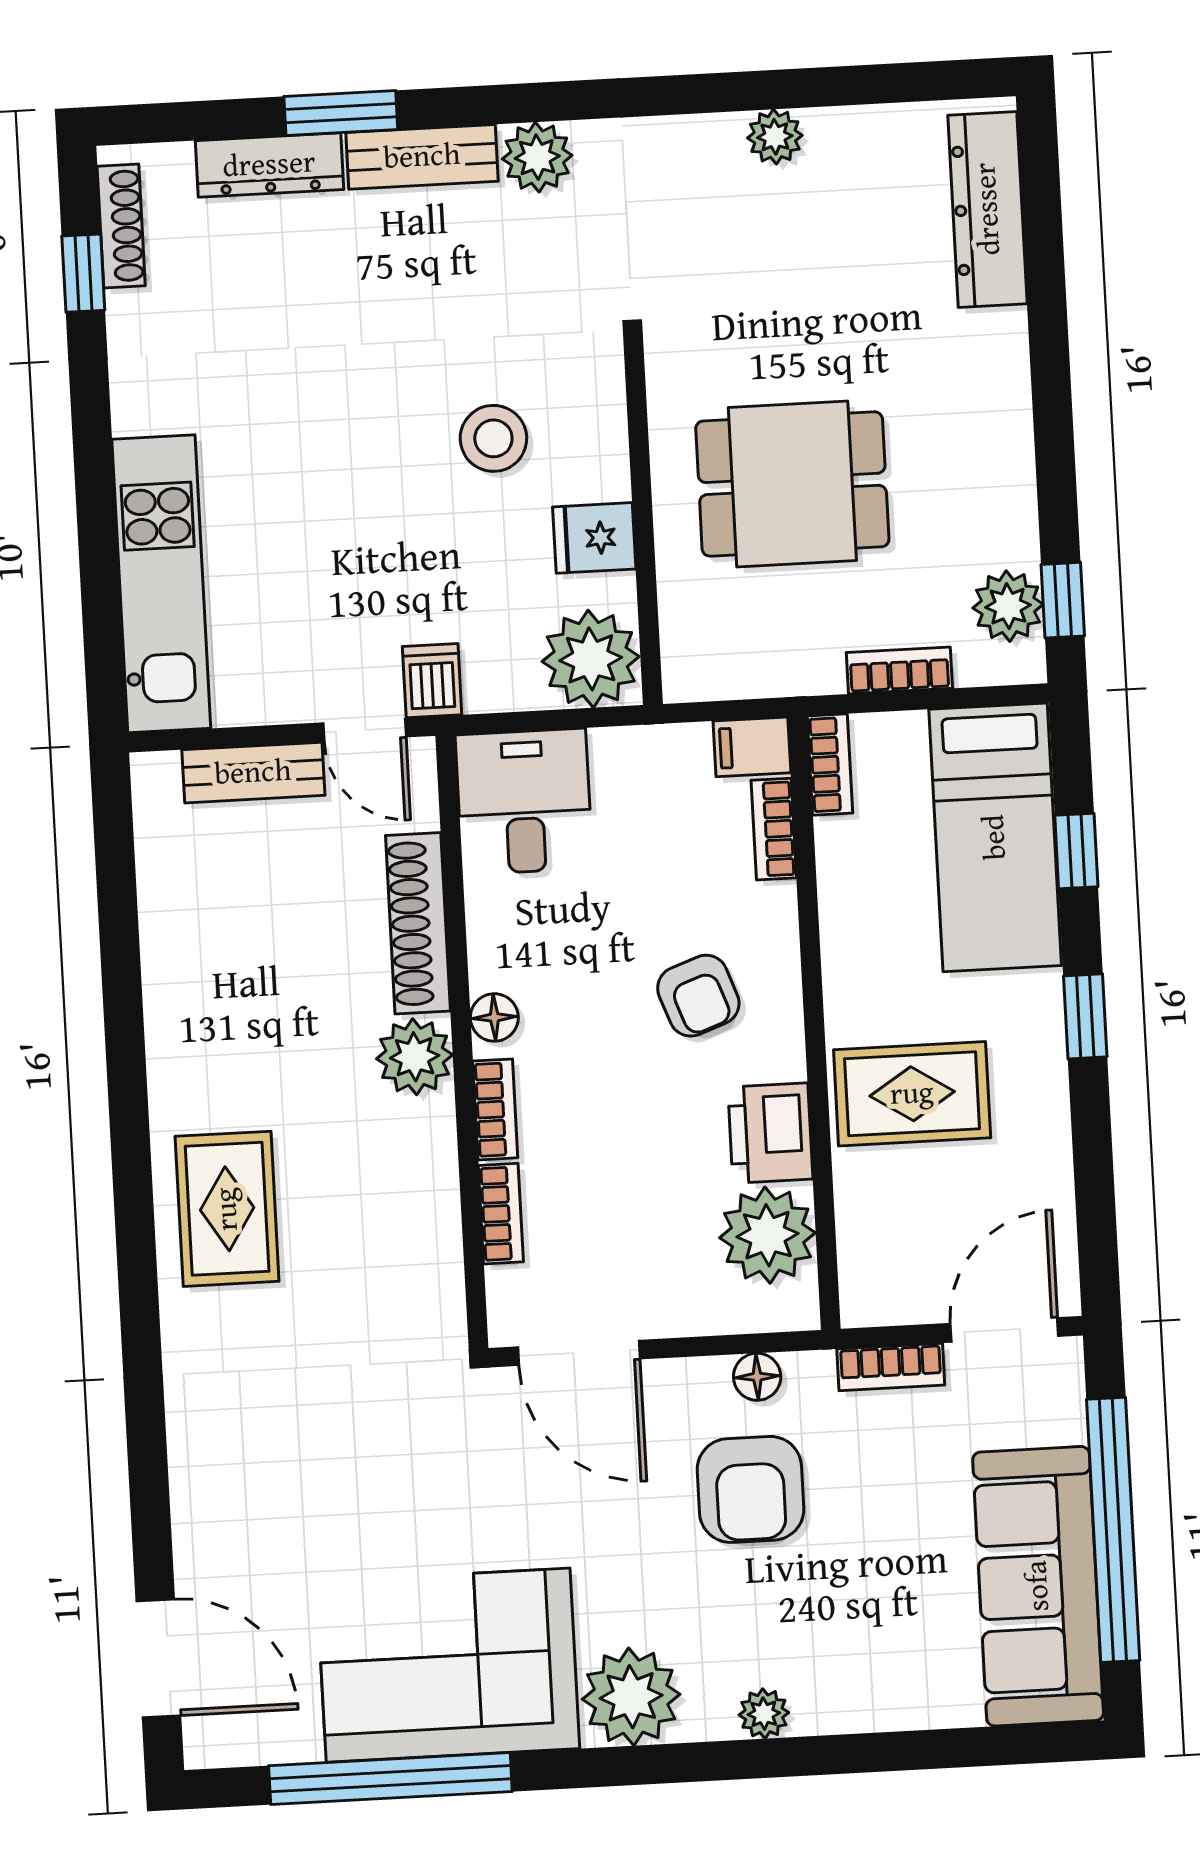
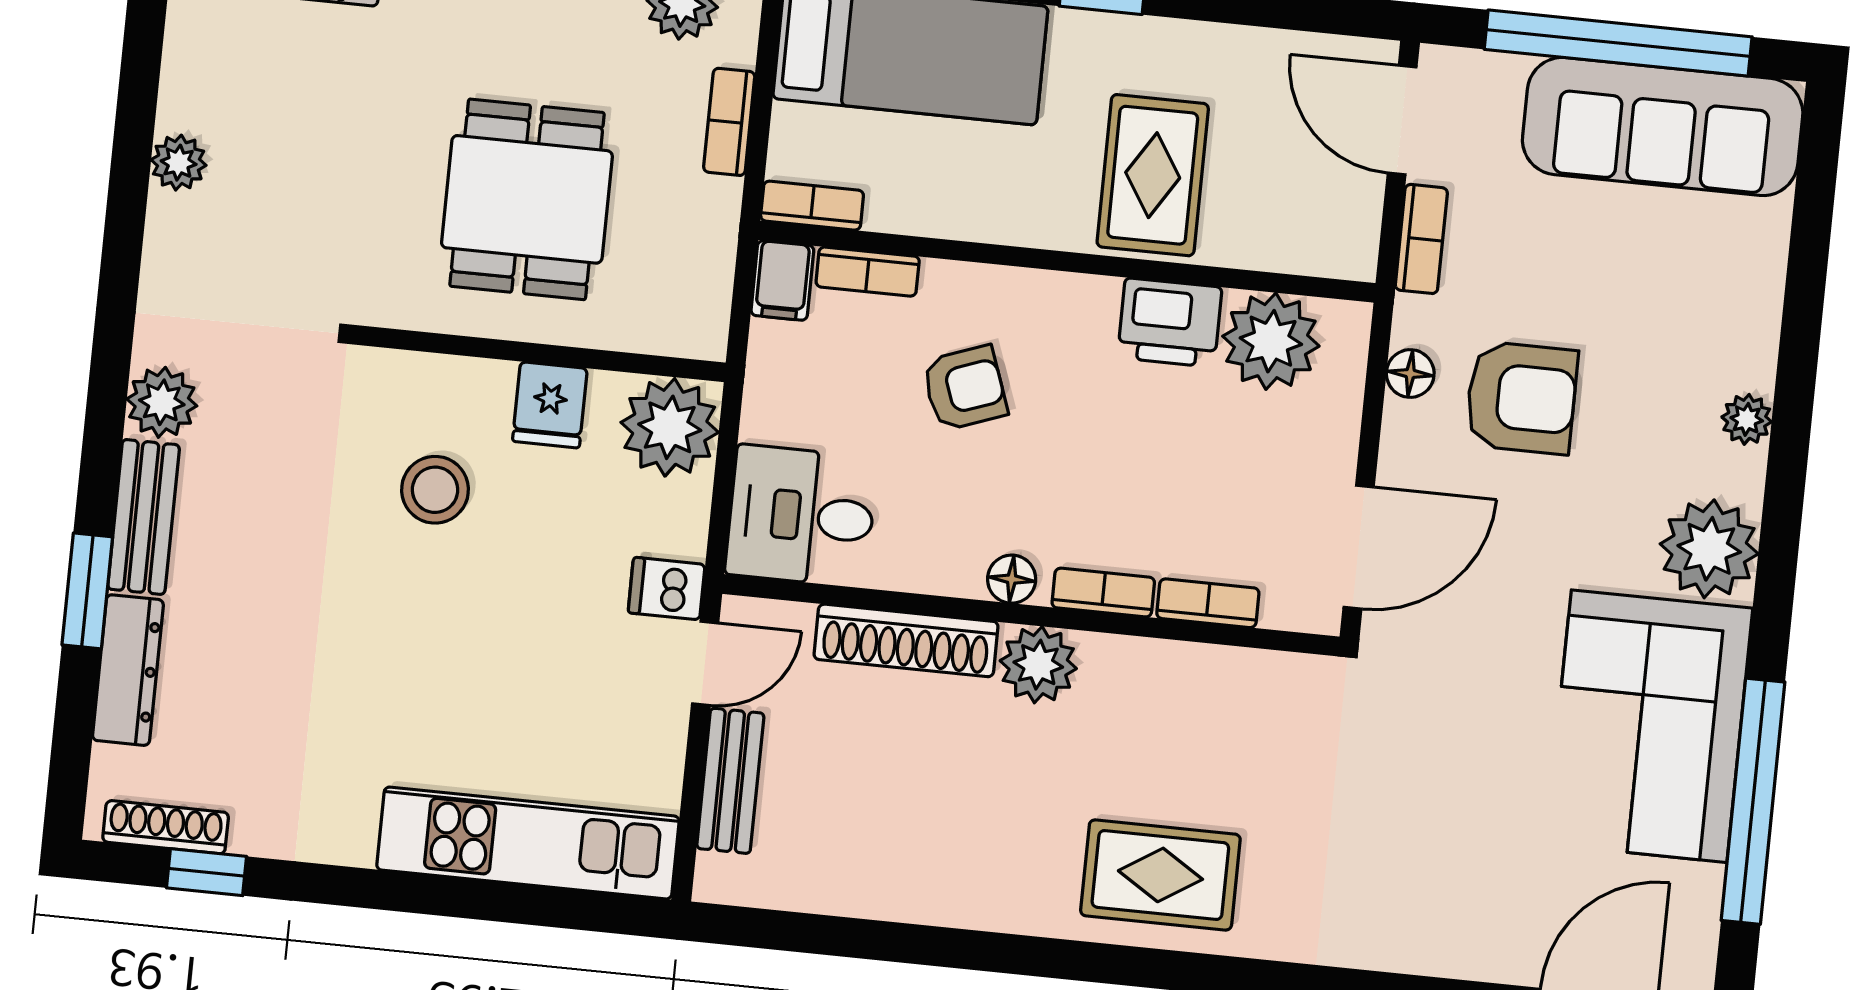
armchair: (698, 996) -> (965, 388), moved

